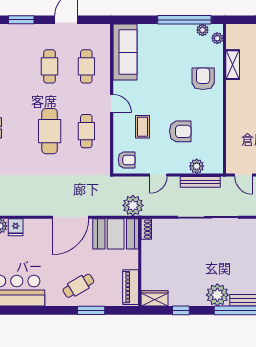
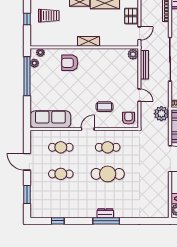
shelving: (233, 65) -> (89, 41), moved
armchair: (180, 131) -> (108, 79), removed
plant: (197, 166) -> (133, 54), moved

